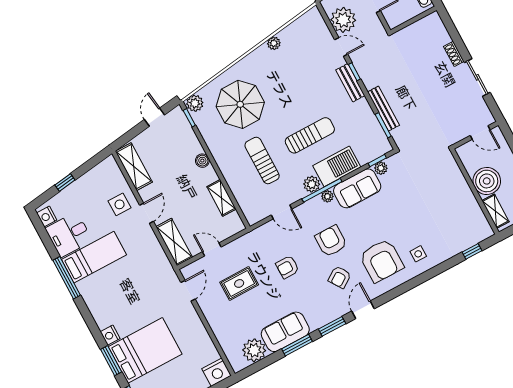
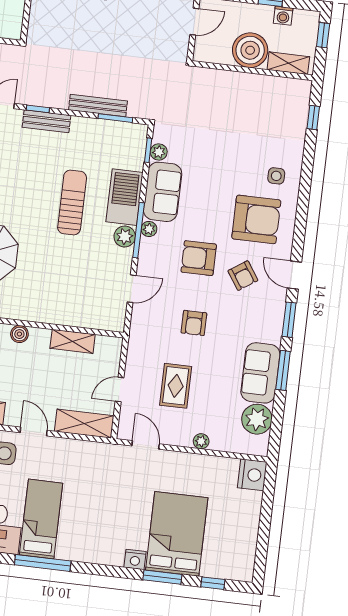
sun lounger: (262, 160) -> (63, 271), removed
plant: (215, 325) -> (201, 441), added

